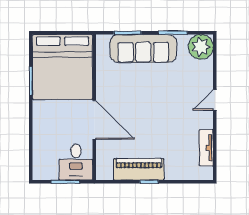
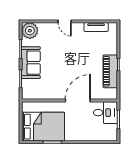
sofa: (143, 48) -> (31, 63), width x0.73
bed: (62, 67) -> (43, 127), width x0.73

